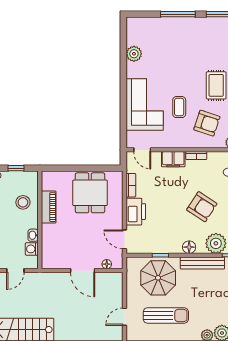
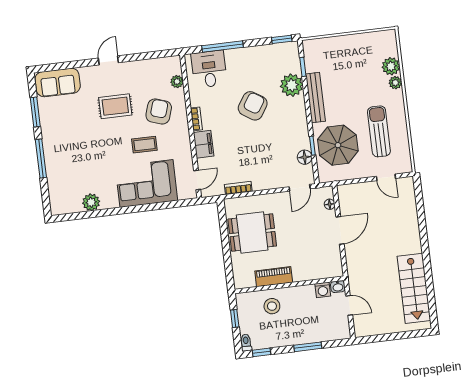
printer: (136, 212) -> (267, 179), removed
washbasin: (33, 235) -> (338, 287), moved
floor lamp: (189, 247) -> (305, 157), moved

